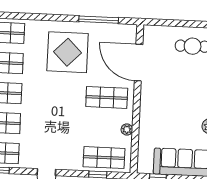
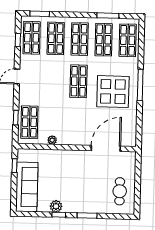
window: (99, 20) -> (140, 85), moved
shop shelf: (107, 97) -> (79, 81), moved

